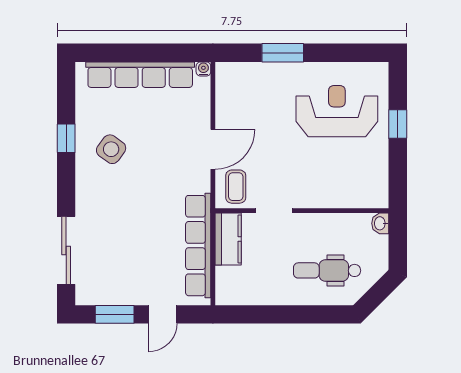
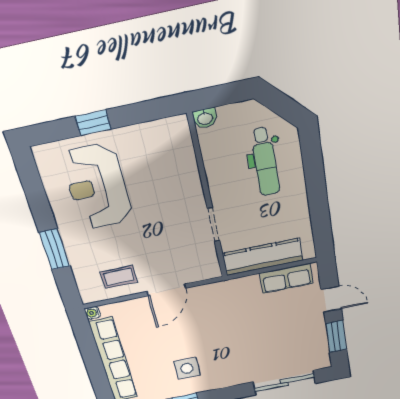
side table: (111, 149) -> (187, 368), turned -36
door: (213, 149) -> (166, 290), swing flipped
coffee table: (236, 187) -> (119, 277), moved
kitchen counter: (228, 239) -> (263, 257), width x1.50
row of seats: (198, 246) -> (286, 278), width x0.50

